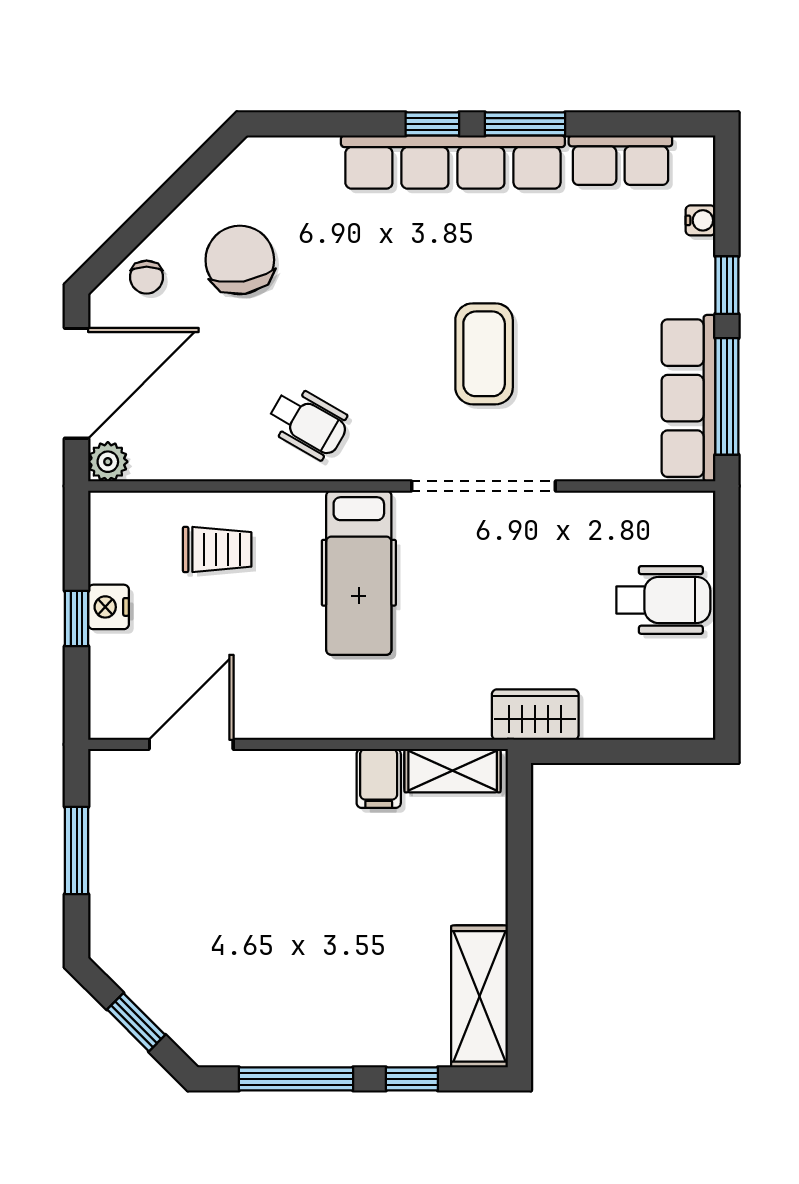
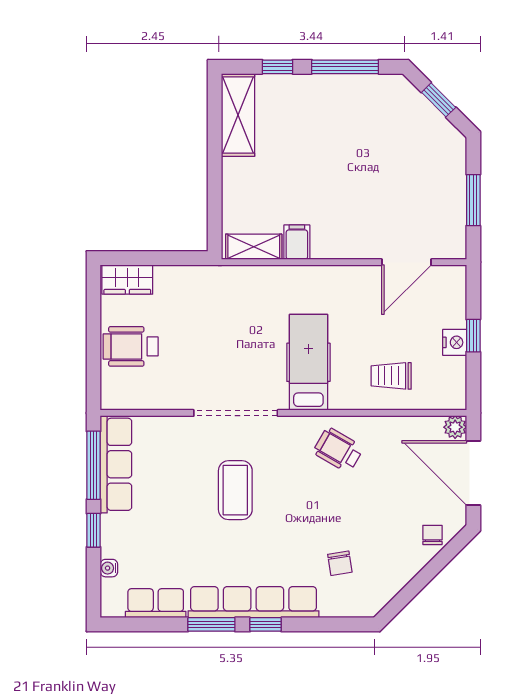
chair: (240, 260) -> (340, 563), moved, width x0.54, depth x0.54
door: (77, 383) -> (473, 473), hinge flipped
wardrobe: (535, 715) -> (127, 279), moved

